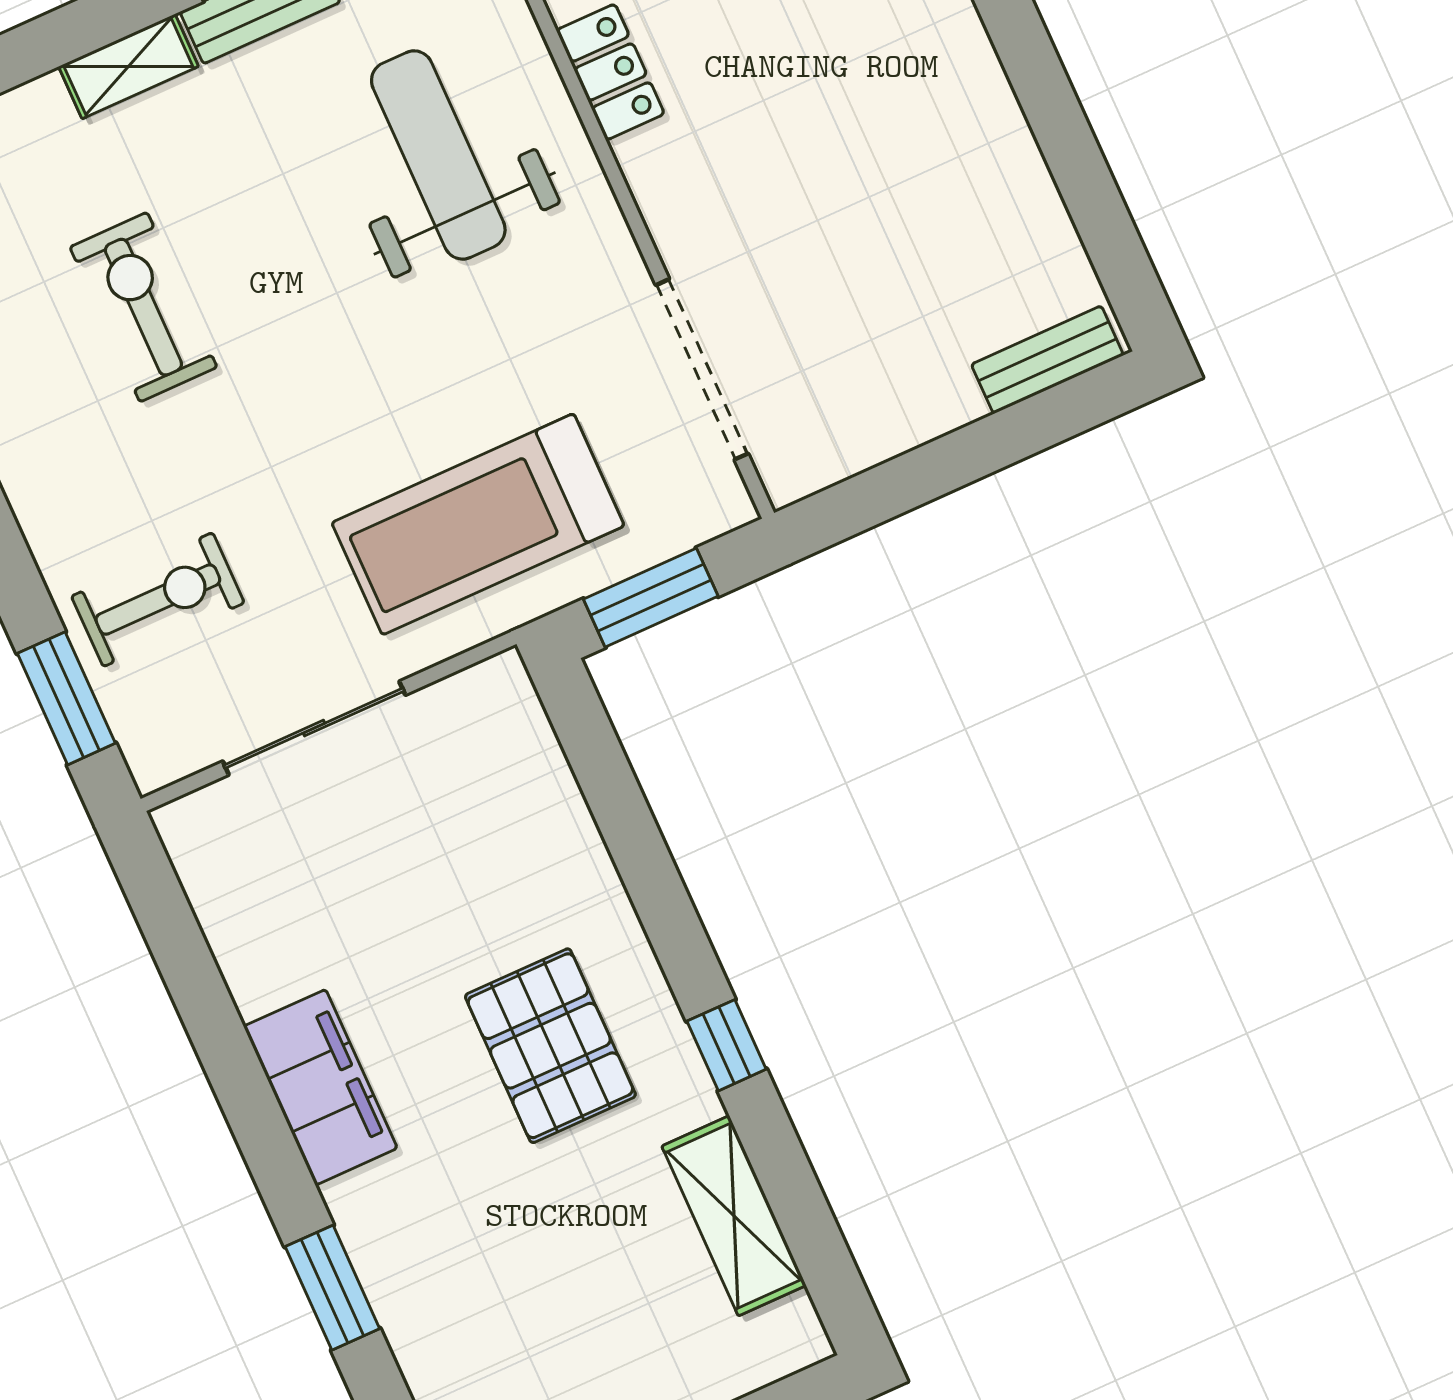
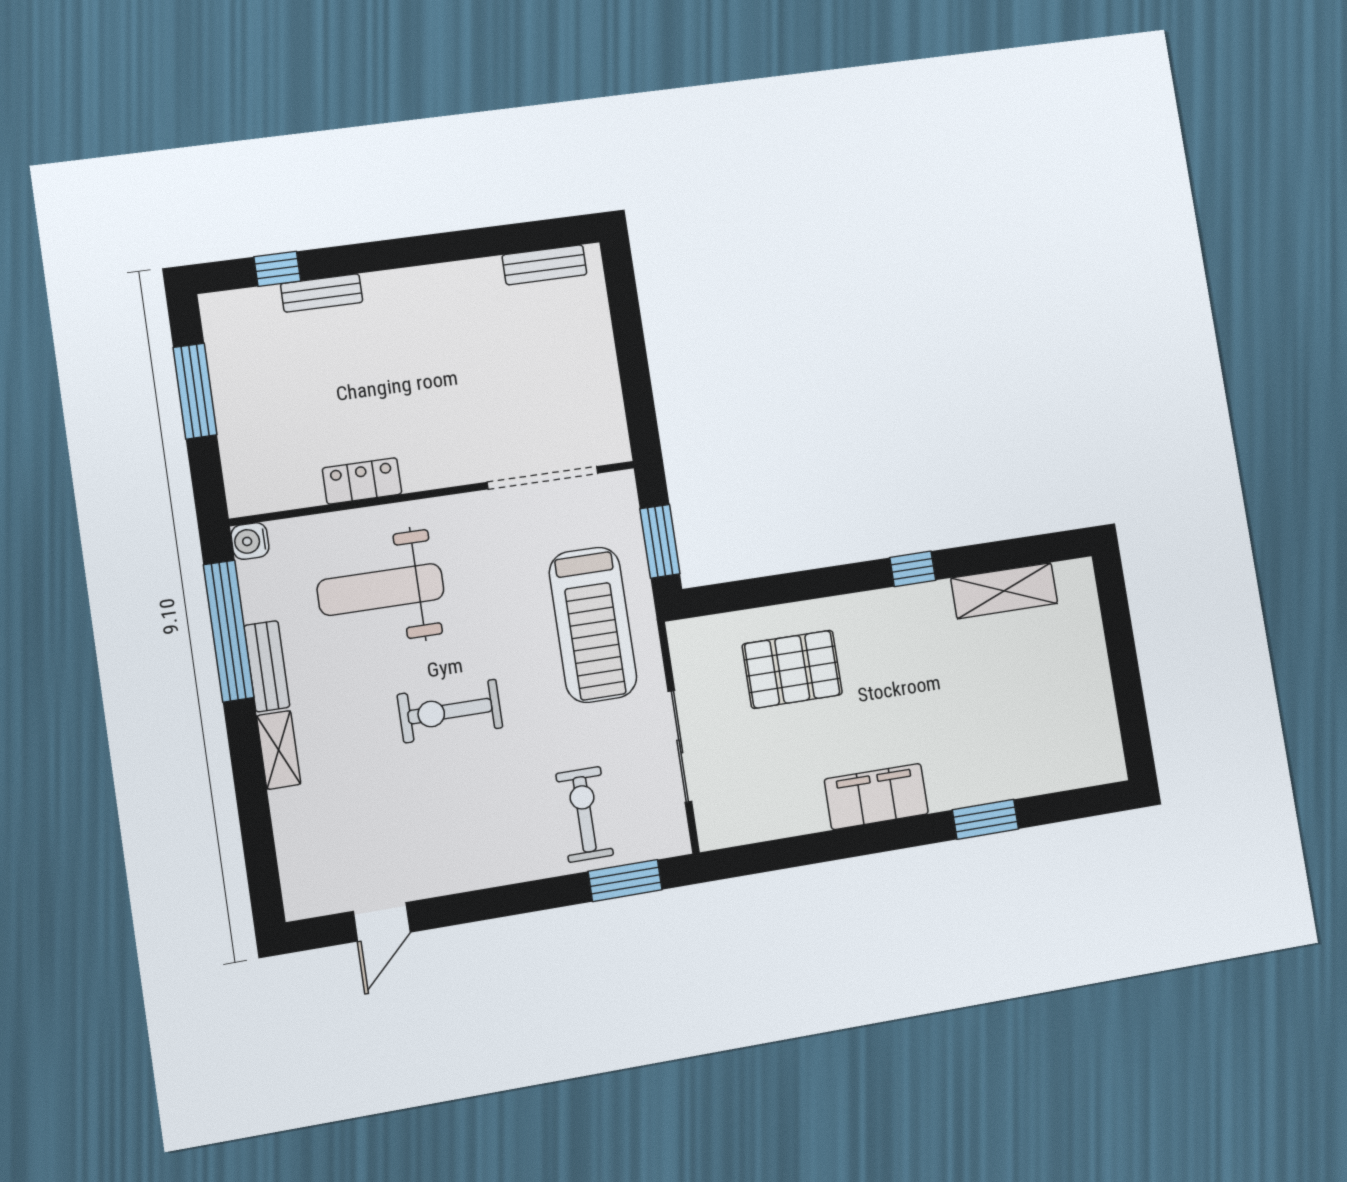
exercise bike: (143, 307) -> (450, 711), moved
bench: (1047, 360) -> (544, 265), moved, turned 90
pallet: (550, 1046) -> (792, 669), moved

